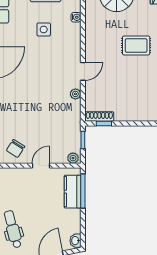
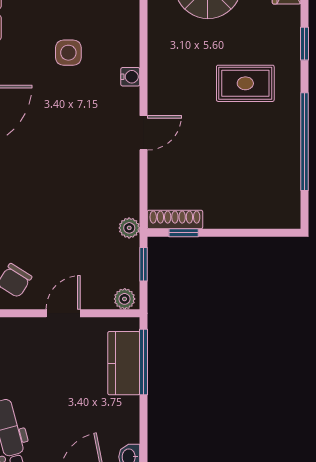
water cooler: (76, 17) -> (130, 77), moved
plant: (75, 94) -> (129, 228), moved

